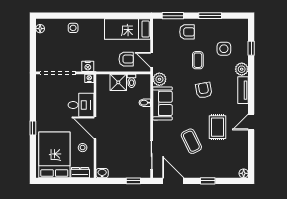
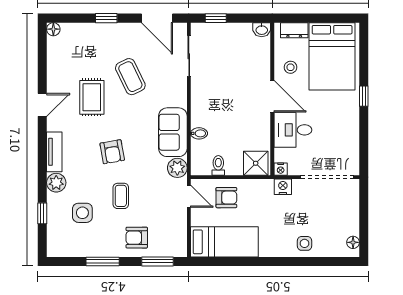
armchair: (126, 59) -> (226, 198), turned 180
shower: (118, 82) -> (256, 163), moved

